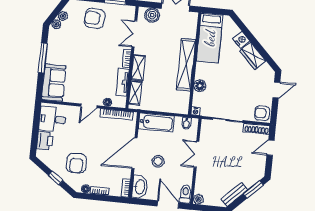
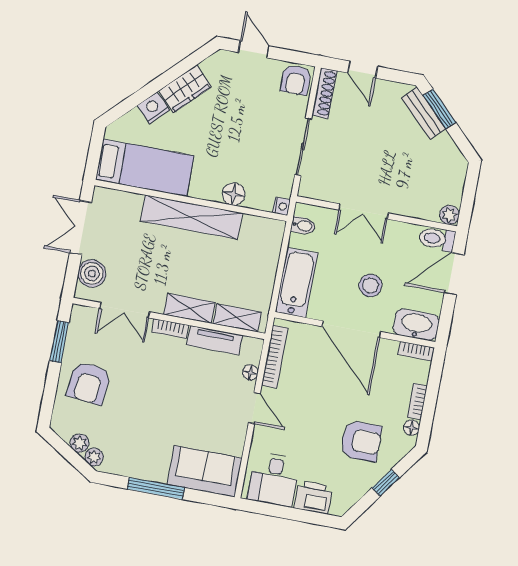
bench: (234, 194) -> (423, 113), moved

